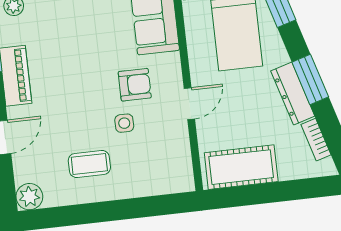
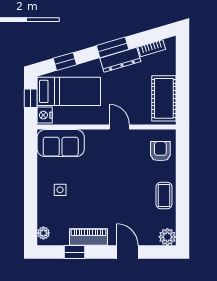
armchair: (135, 85) -> (160, 151), moved
side table: (124, 123) -> (60, 190), moved
coffee table: (89, 164) -> (164, 195), moved

